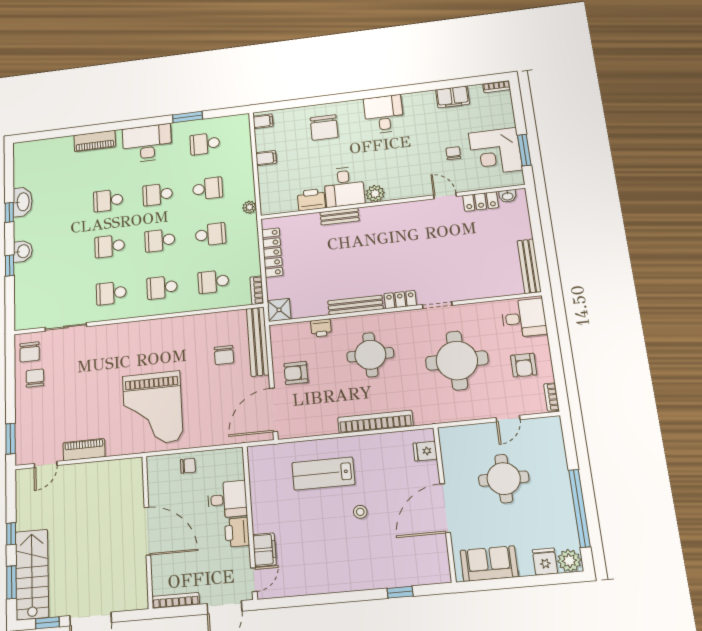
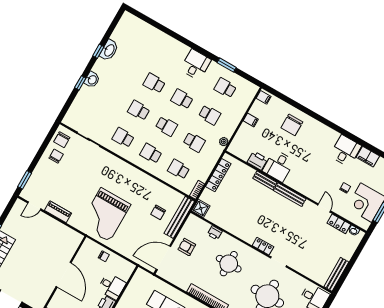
desk: (384, 114) -> (345, 151), moved
piano: (95, 141) -> (169, 42), removed
desk: (147, 143) -> (196, 65), width x0.73
plant: (375, 194) -> (291, 181), removed
school desk: (160, 240) -> (166, 126), turned 180
bench: (355, 305) -> (290, 195), moved

